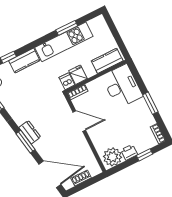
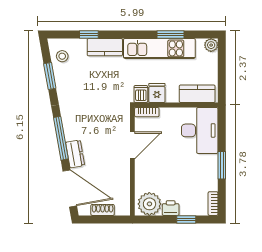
plant: (100, 21) -> (211, 45), added
door: (79, 121) -> (132, 145), hinge flipped
dresser: (30, 132) -> (75, 154), moved
window: (25, 142) -> (61, 138), width x1.44

